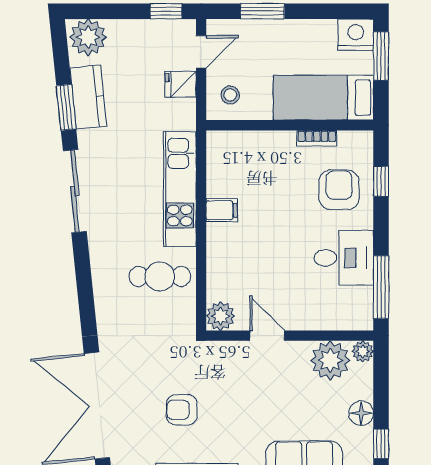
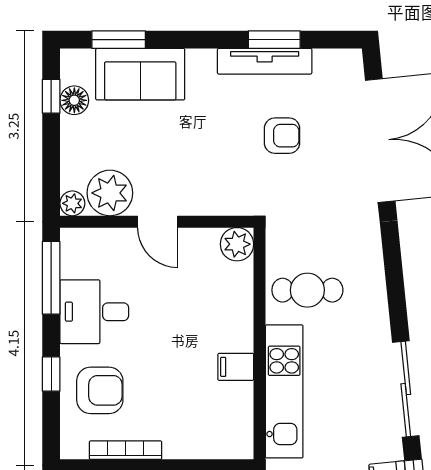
bookcase: (317, 138) -> (126, 450), width x1.56
window: (381, 181) -> (51, 374), moved
armchair: (339, 190) -> (100, 390), turned -90
door: (267, 336) -> (158, 222), moved
floor lamp: (361, 413) -> (74, 100), moved

